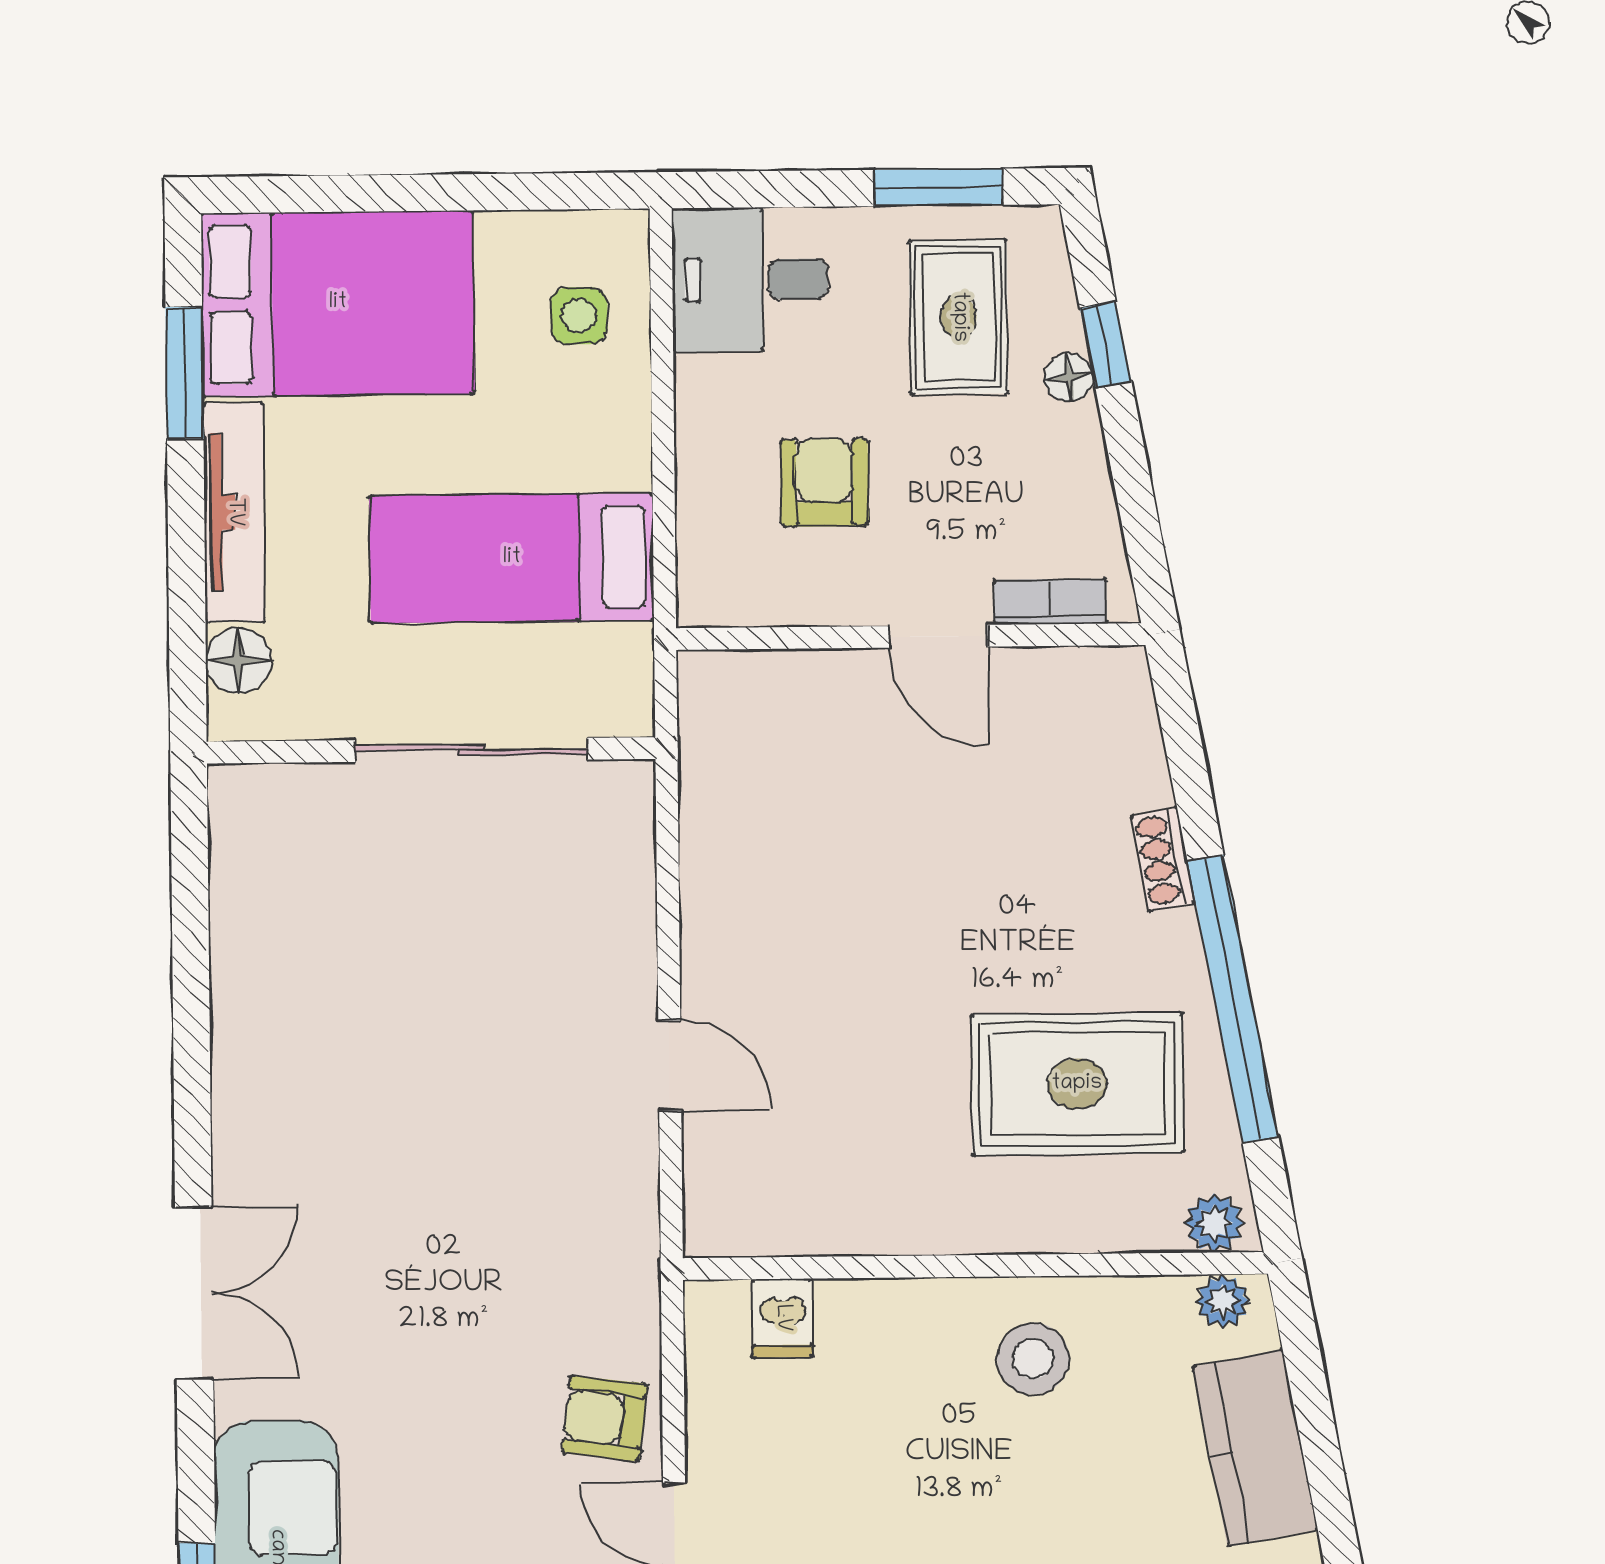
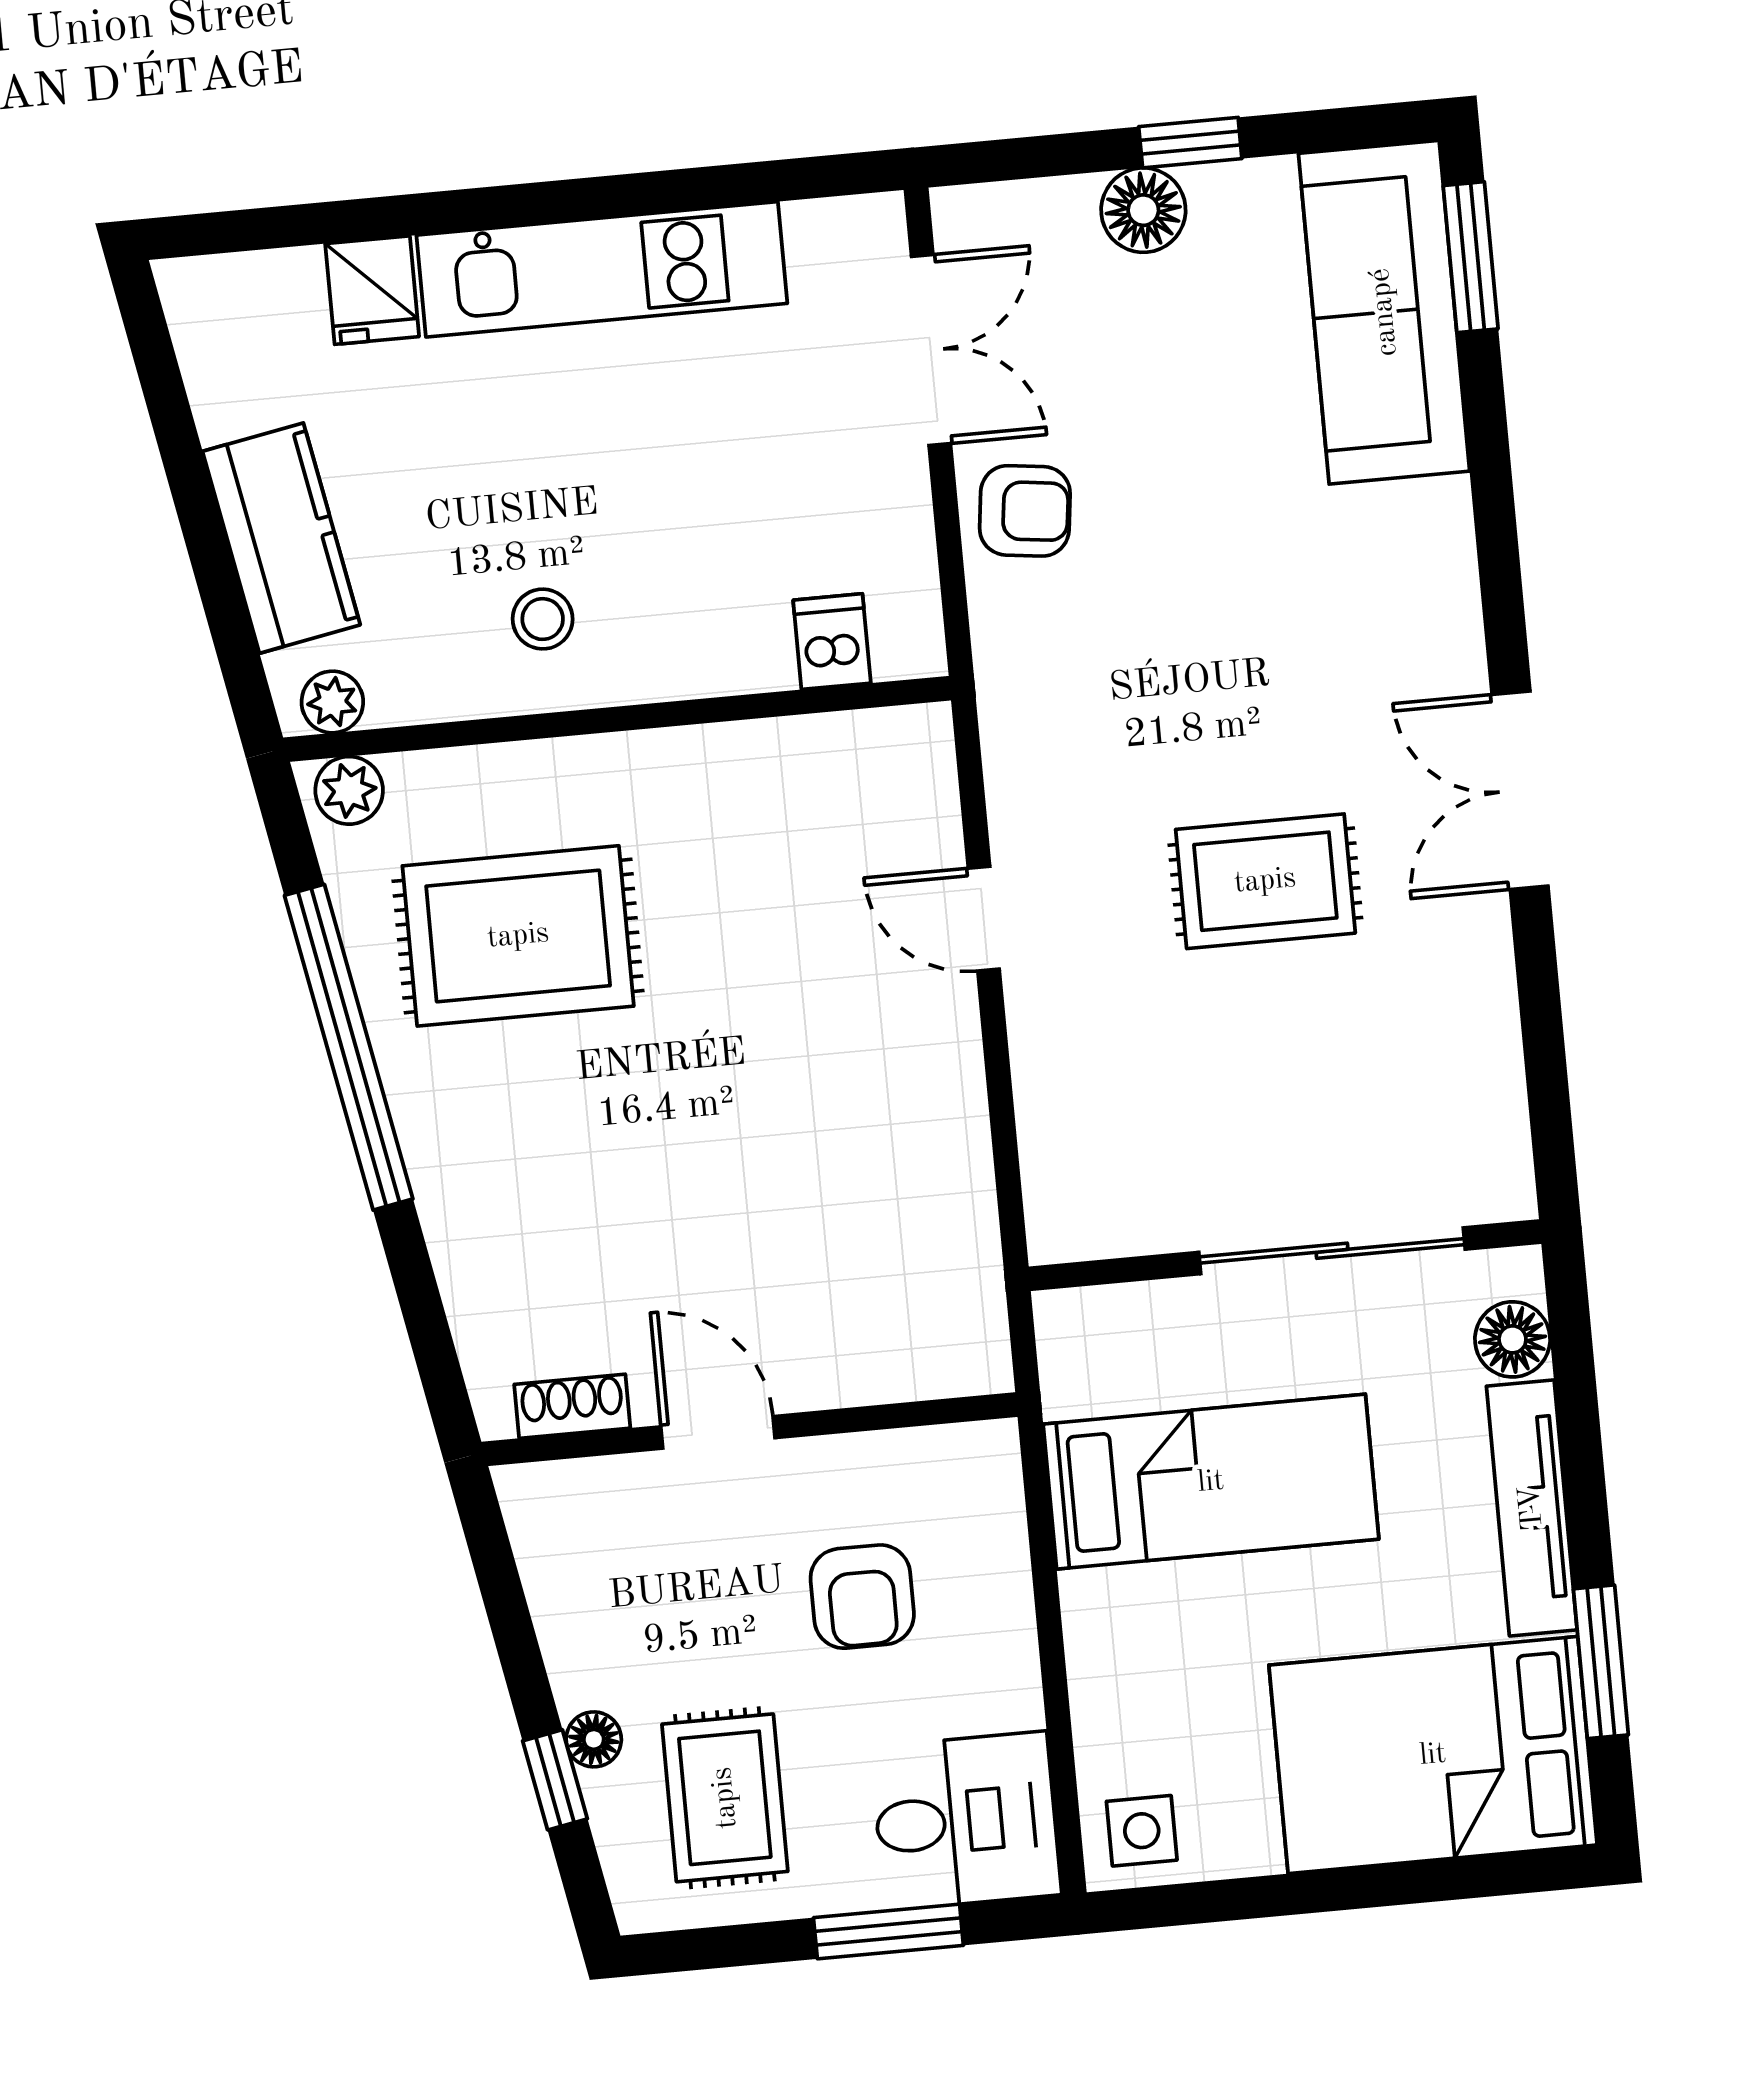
window: (938, 187) -> (888, 1931), moved
side table: (579, 316) -> (1142, 1831), moved
bookcase: (1050, 602) -> (594, 1482), removed
sliding door: (471, 750) -> (1332, 1251), moved
shoe rack: (1163, 859) -> (572, 1406), moved, turned -80
rug: (421, 1078) -> (1265, 881), added
double door: (194, 1293) -> (1520, 790), moved
stool: (1033, 1359) -> (543, 619), width x0.73, depth x0.73

